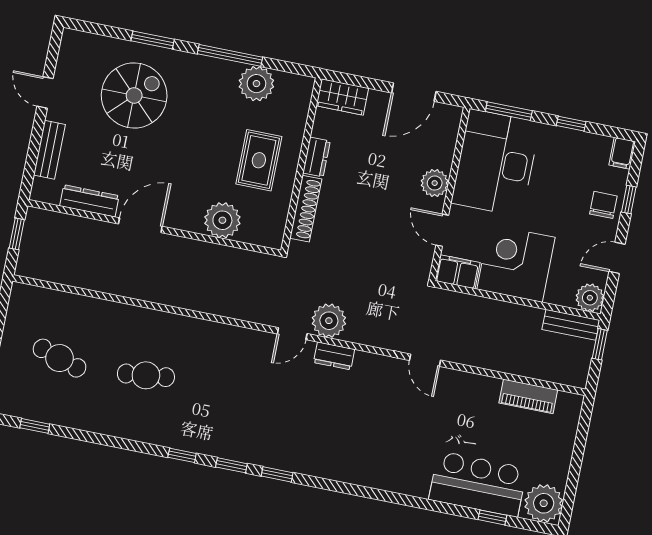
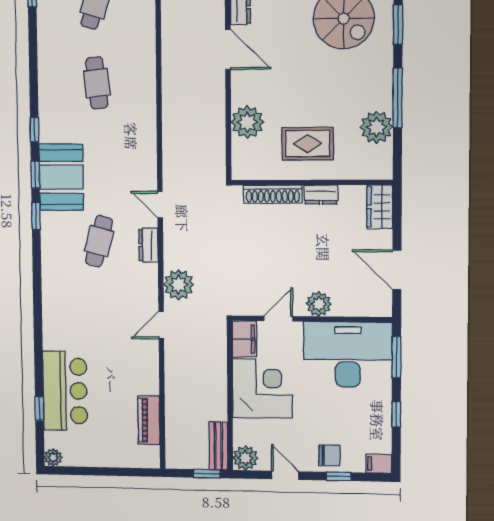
plant: (329, 321) -> (179, 285), moved
cafe table: (319, 410) -> (99, 241), added
booth: (240, 437) -> (61, 177), added
plant: (544, 503) -> (53, 457), width x0.53, depth x0.53

